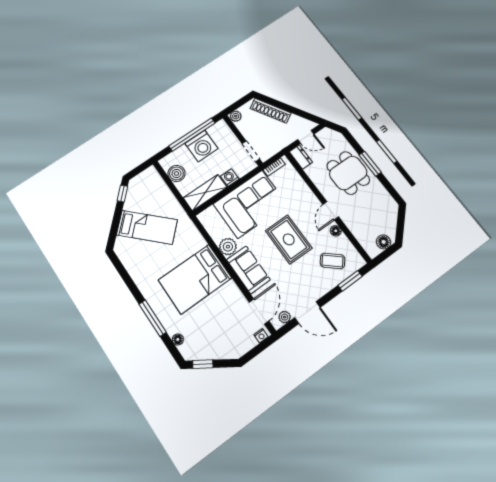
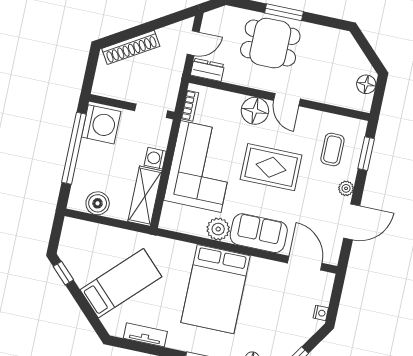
plant: (236, 116) -> (100, 87), removed
washing machine: (201, 146) -> (101, 124), moved
floor lamp: (336, 231) -> (255, 111), moved, width x1.89, depth x1.89
coffee table: (332, 261) -> (332, 149), turned -41
tv unit: (132, 268) -> (145, 335), added
plant: (285, 317) -> (346, 188), moved
nightstand: (261, 336) -> (321, 313), moved

